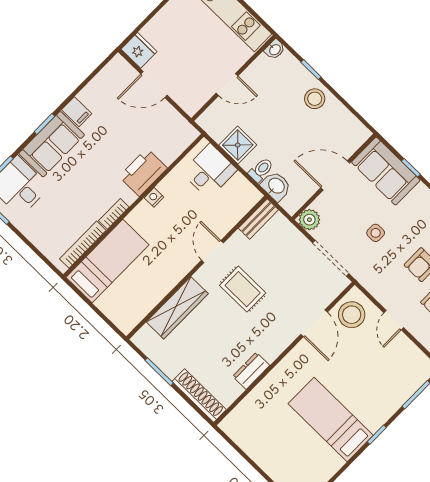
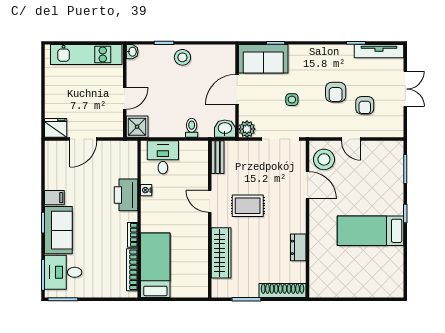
shower: (238, 145) -> (137, 127), moved
washbasin: (276, 186) -> (225, 129), moved
nightstand: (154, 197) -> (146, 190), moved

